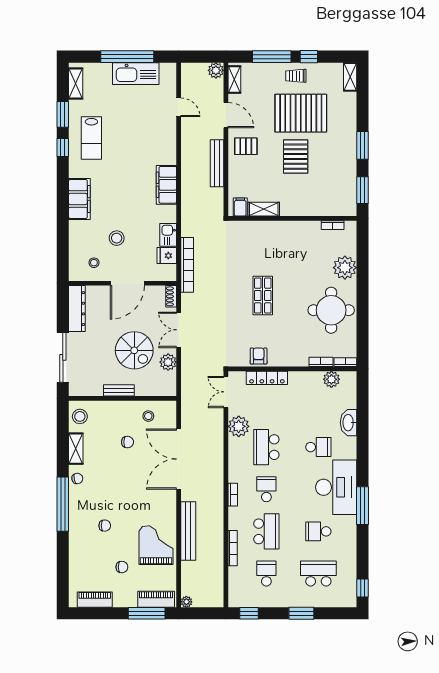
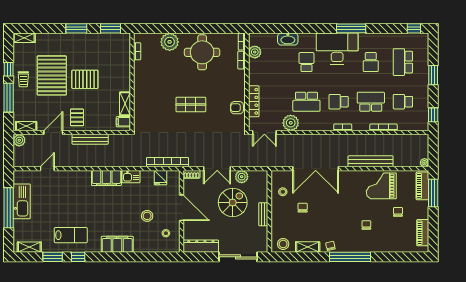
kitchen sink: (168, 235) -> (131, 177), moved

